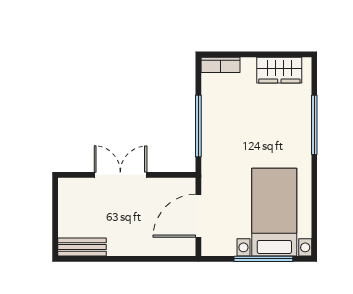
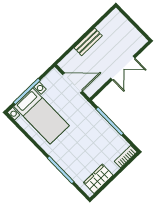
door: (198, 216) -> (72, 83), hinge flipped
bench: (82, 247) -> (88, 42), moved

